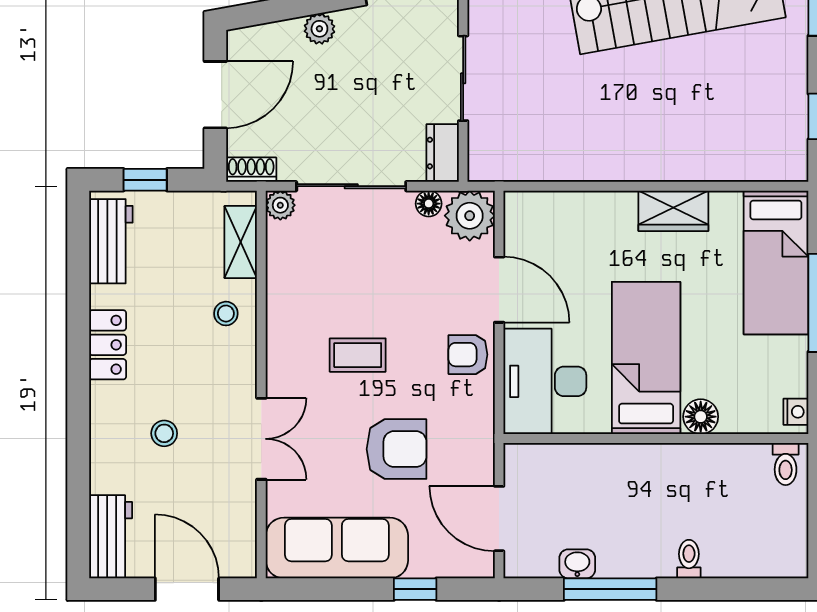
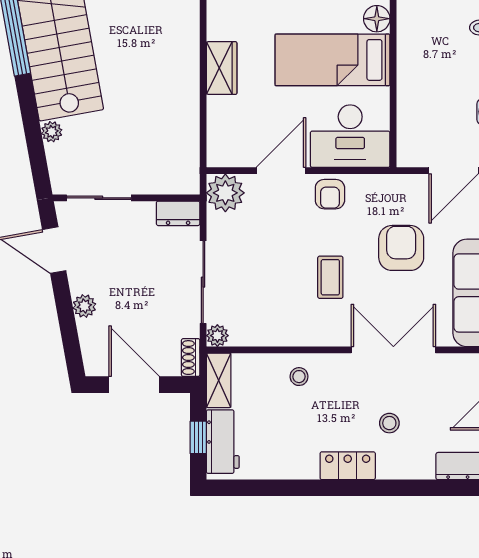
sliding door: (463, 78) -> (99, 198), moved
floor lamp: (429, 204) -> (216, 224), removed
wardrobe: (673, 211) -> (222, 68), moved
workbench: (111, 241) -> (223, 442), moved, turned 90
shelving: (241, 242) -> (219, 380), moved, turned 90
locker: (108, 345) -> (348, 466), moved
double door: (261, 439) -> (393, 350), width x1.37

